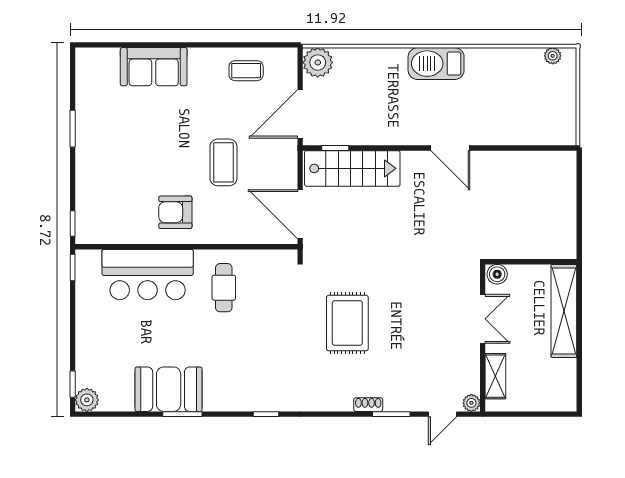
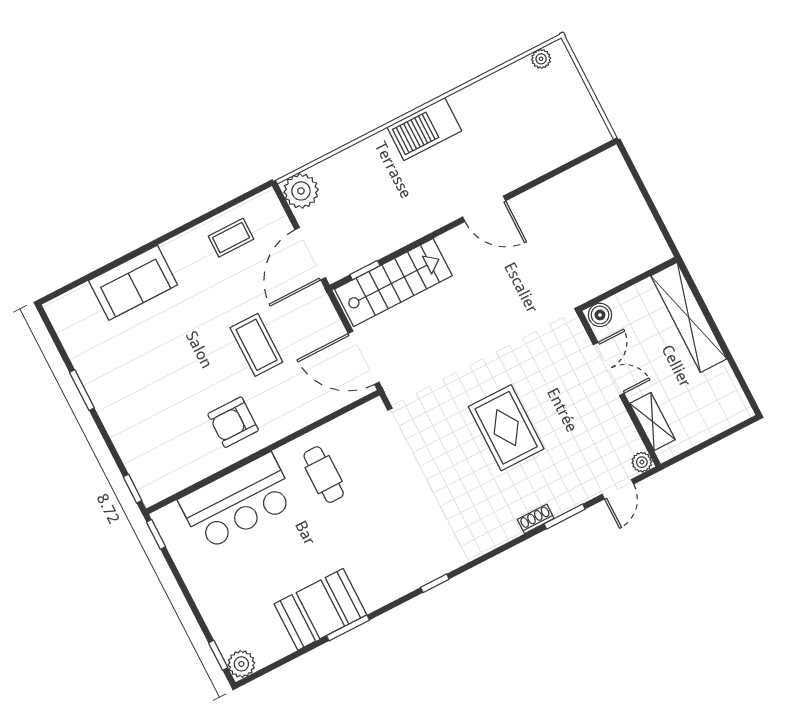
rug: (347, 323) -> (506, 428), moved

